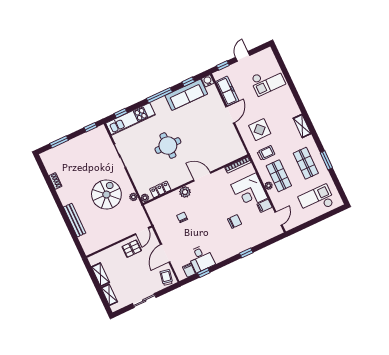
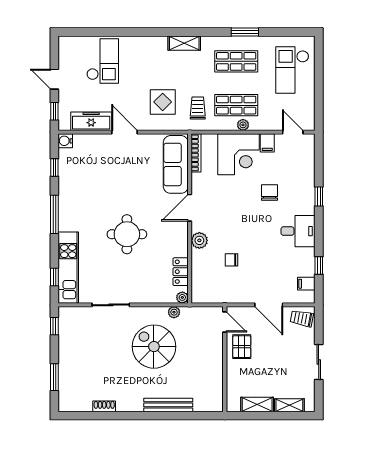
sofa: (186, 95) -> (176, 164), moved, turned 180
desk: (201, 258) -> (298, 231), moved

